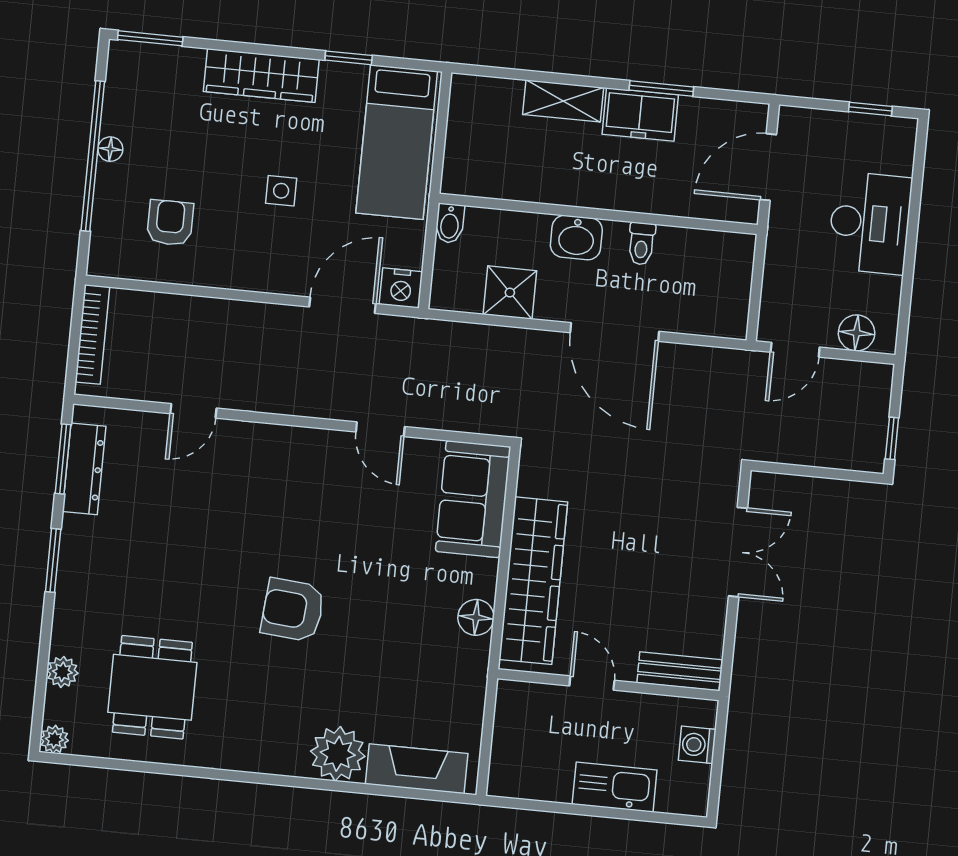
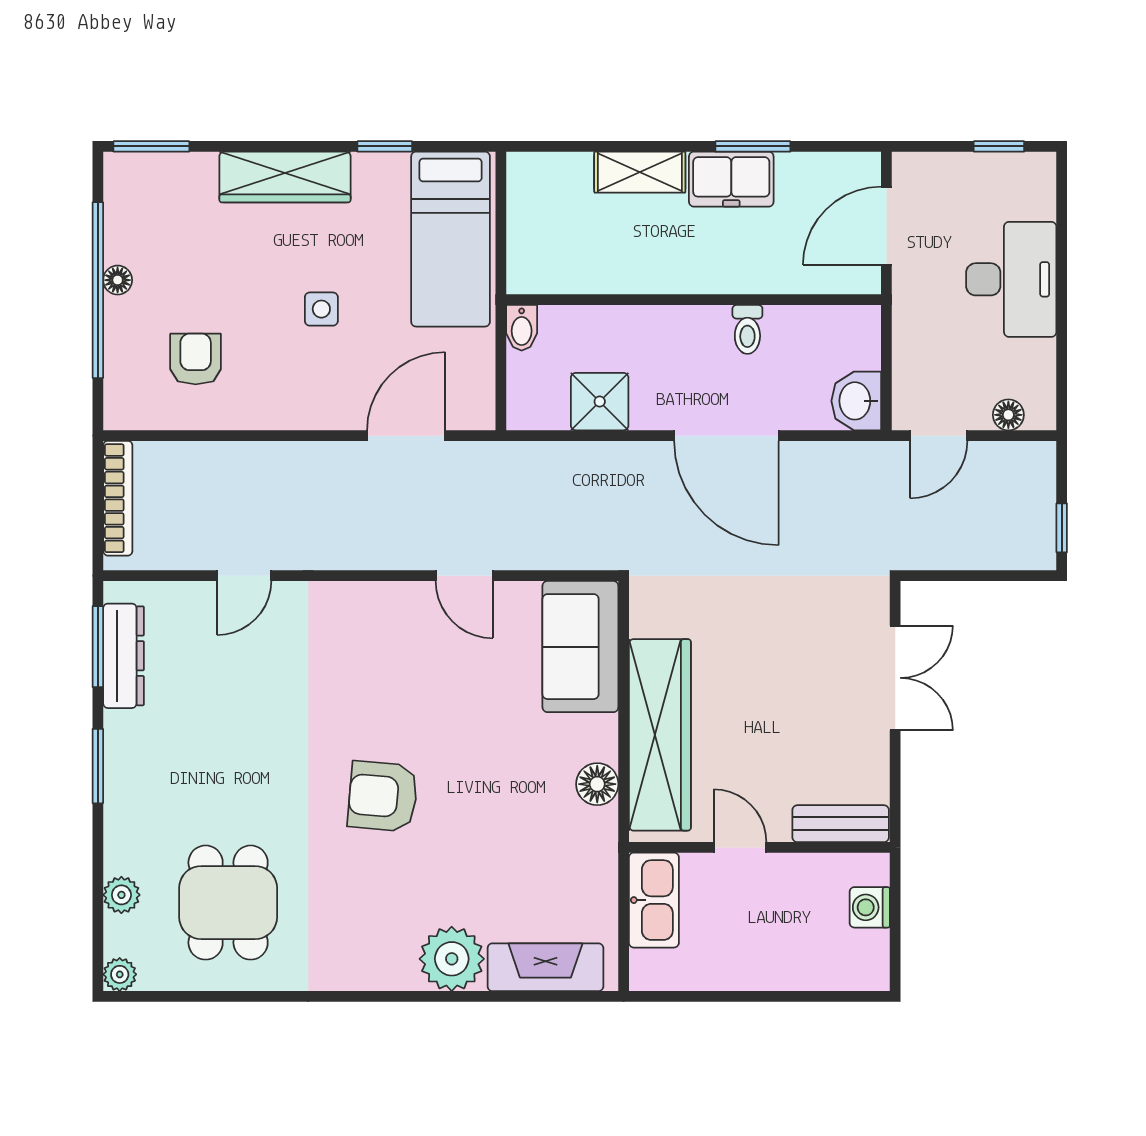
washbasin: (576, 238) -> (856, 401), moved, turned 90
nightstand: (401, 288) -> (472, 409), removed
floor lamp: (857, 333) -> (1008, 415), width x0.73, depth x0.73
kitchen sink: (615, 787) -> (654, 900), moved, turned 90

